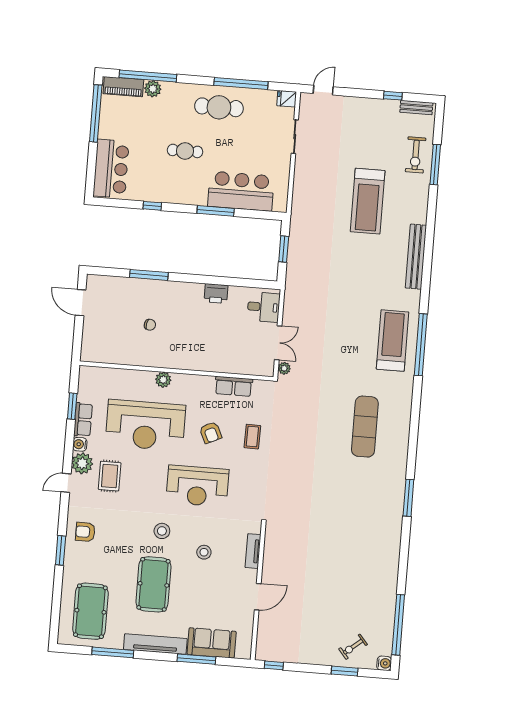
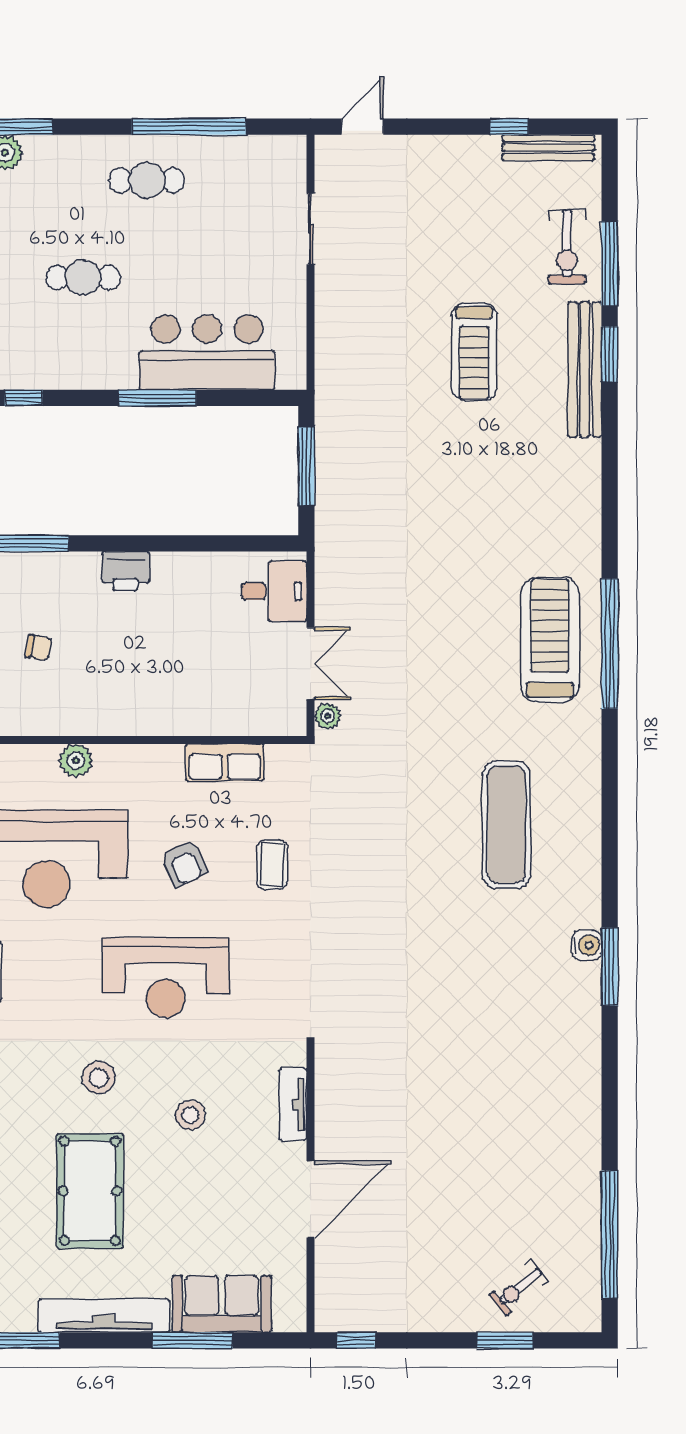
fridge: (287, 99) -> (287, 151), removed
cafe table: (219, 107) -> (147, 180), width x0.73, depth x0.74
bench: (416, 108) -> (548, 148), width x1.36
treadmill: (368, 201) -> (474, 352), width x0.73, depth x0.73
window: (432, 207) -> (610, 354), added
window: (284, 249) -> (306, 466), width x1.44
bench: (416, 257) -> (585, 369), moved
printer: (216, 294) -> (126, 571), moved
door: (258, 597) -> (311, 1199), width x1.36
water cooler: (384, 663) -> (587, 945), moved

